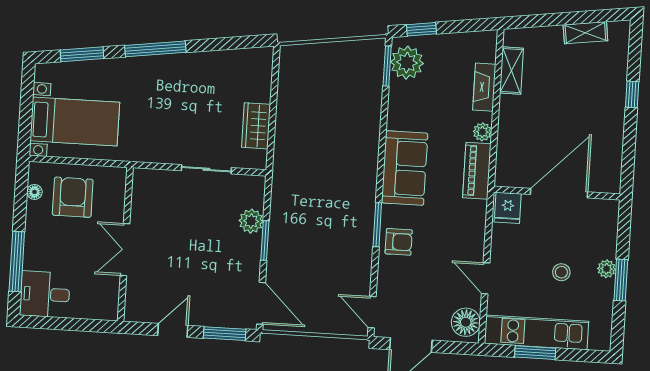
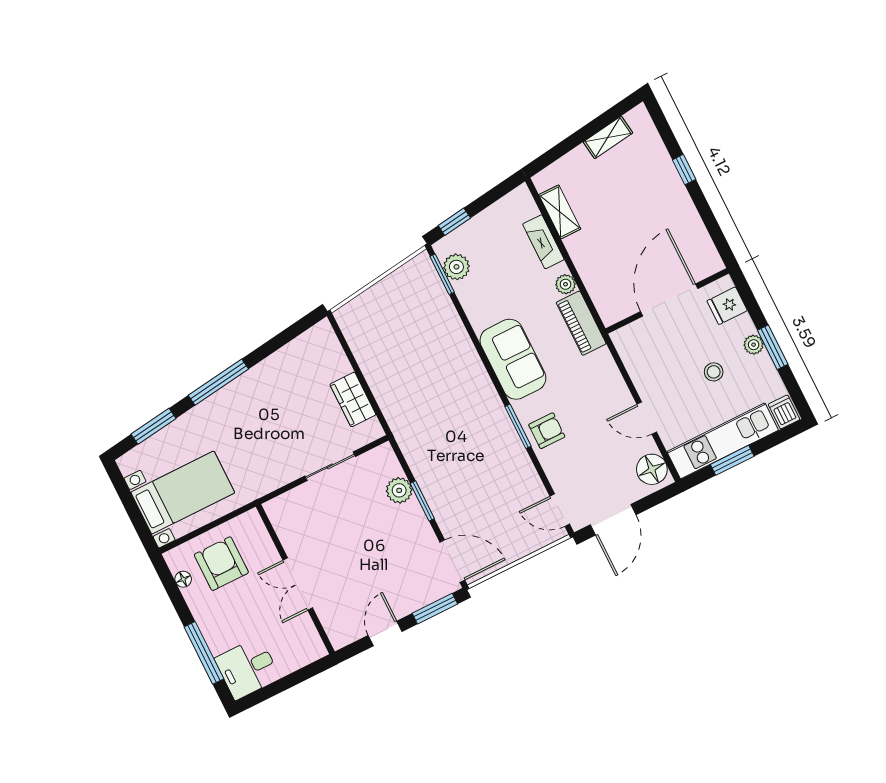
plant: (407, 63) -> (456, 267), width x0.73, depth x0.73
fridge: (508, 208) -> (727, 306), moved, turned 90
dishwasher: (600, 338) -> (784, 412), added

